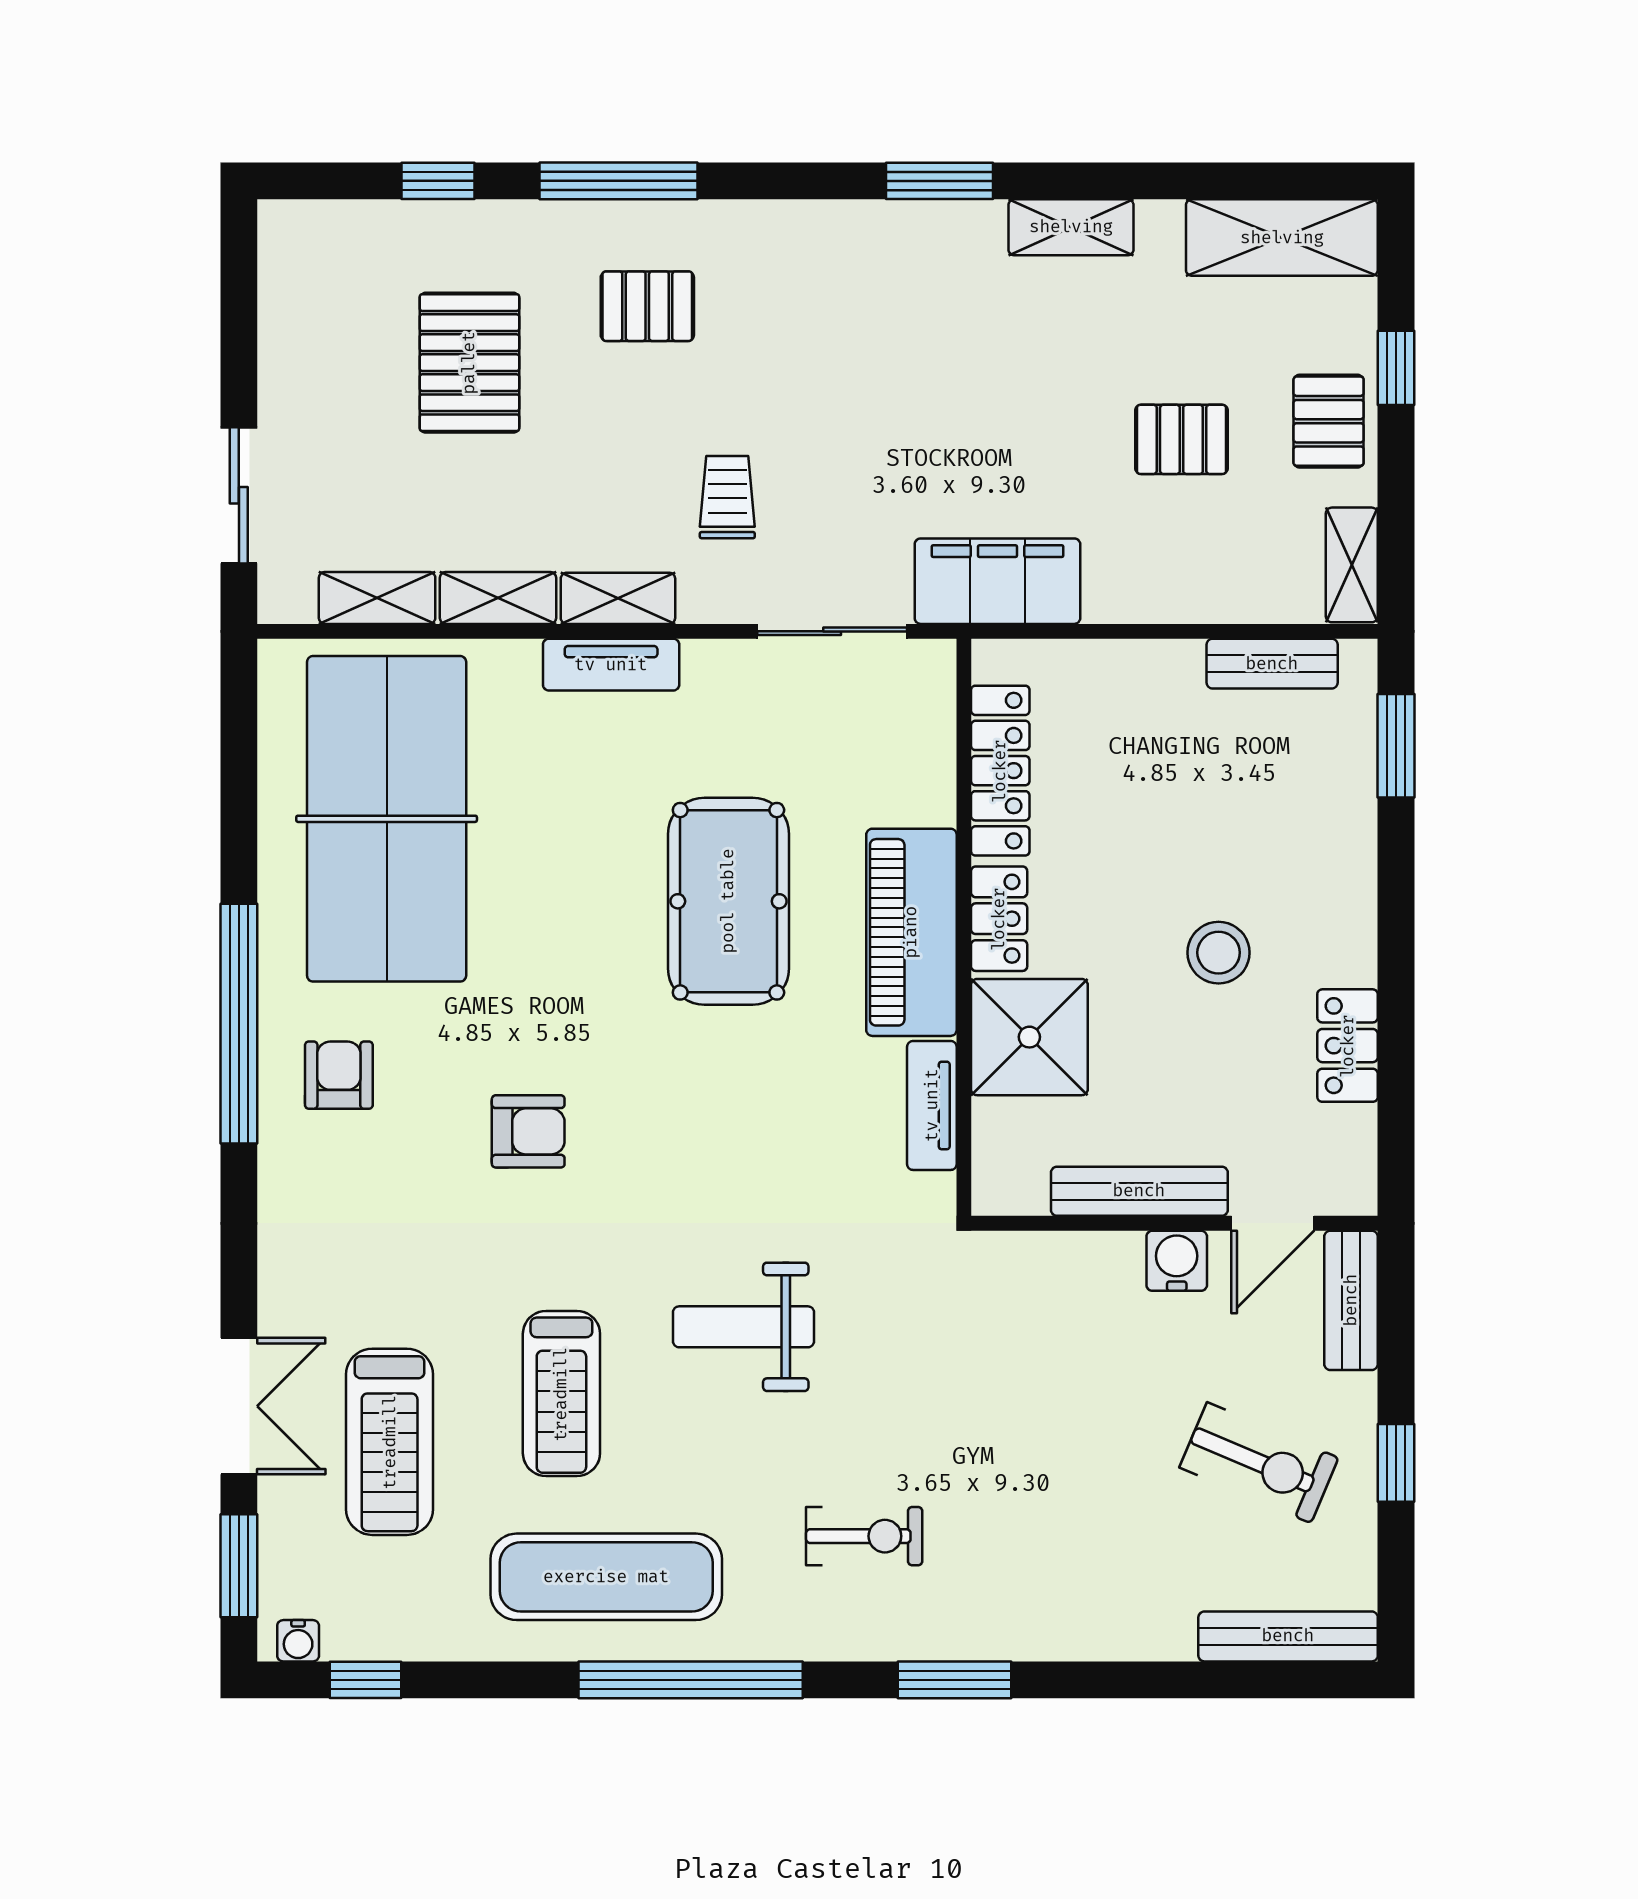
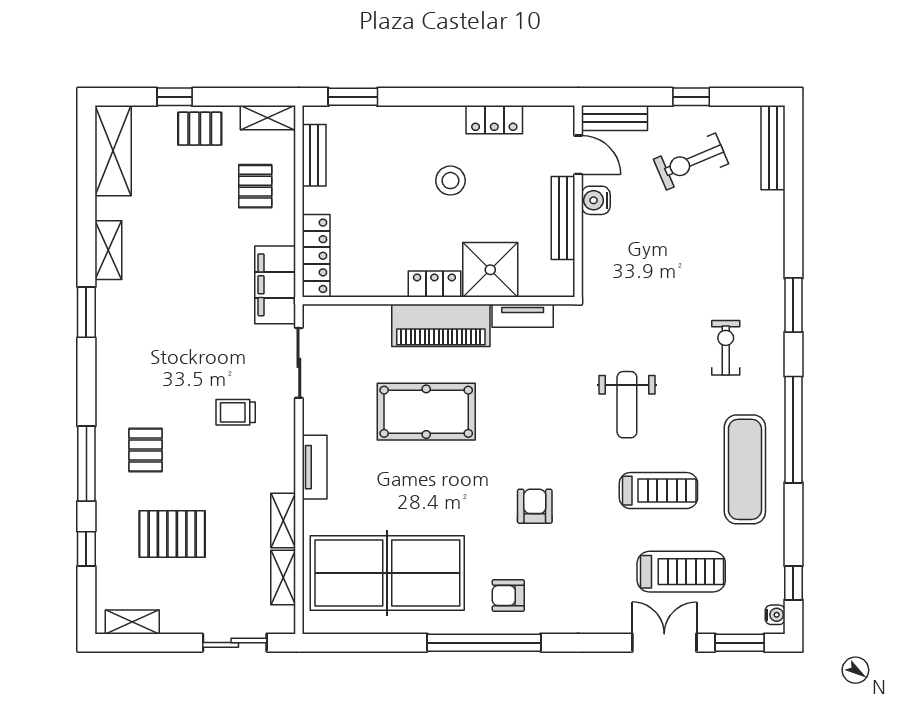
pallet: (1181, 439) -> (255, 186), moved
shelving: (618, 598) -> (132, 622), moved, turned 90
locker: (1000, 771) -> (316, 256), moved, turned 90
exercise bike: (1259, 1463) -> (691, 161), turned -136

